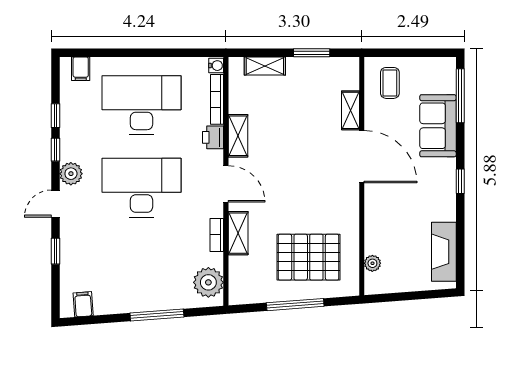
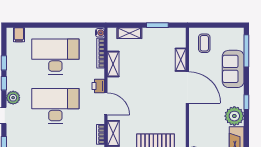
shelving: (238, 136) -> (113, 64), moved
printer: (213, 137) -> (98, 86), moved
plant: (440, 204) -> (234, 116), added

